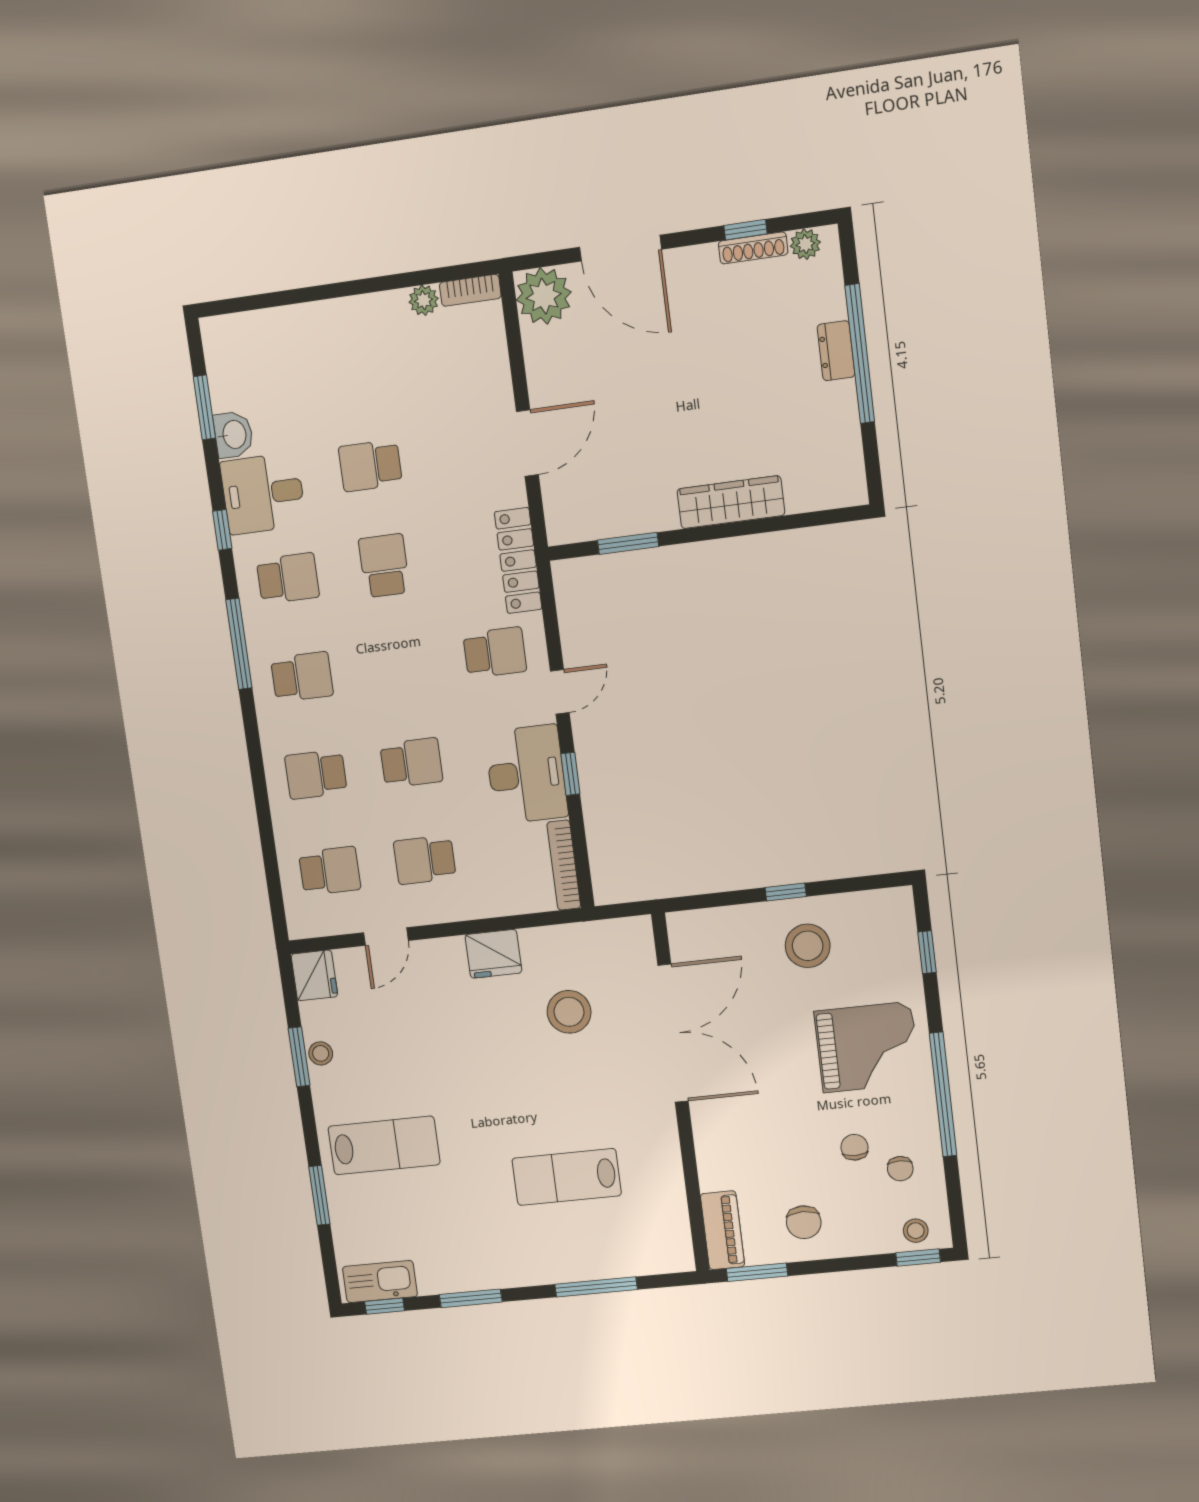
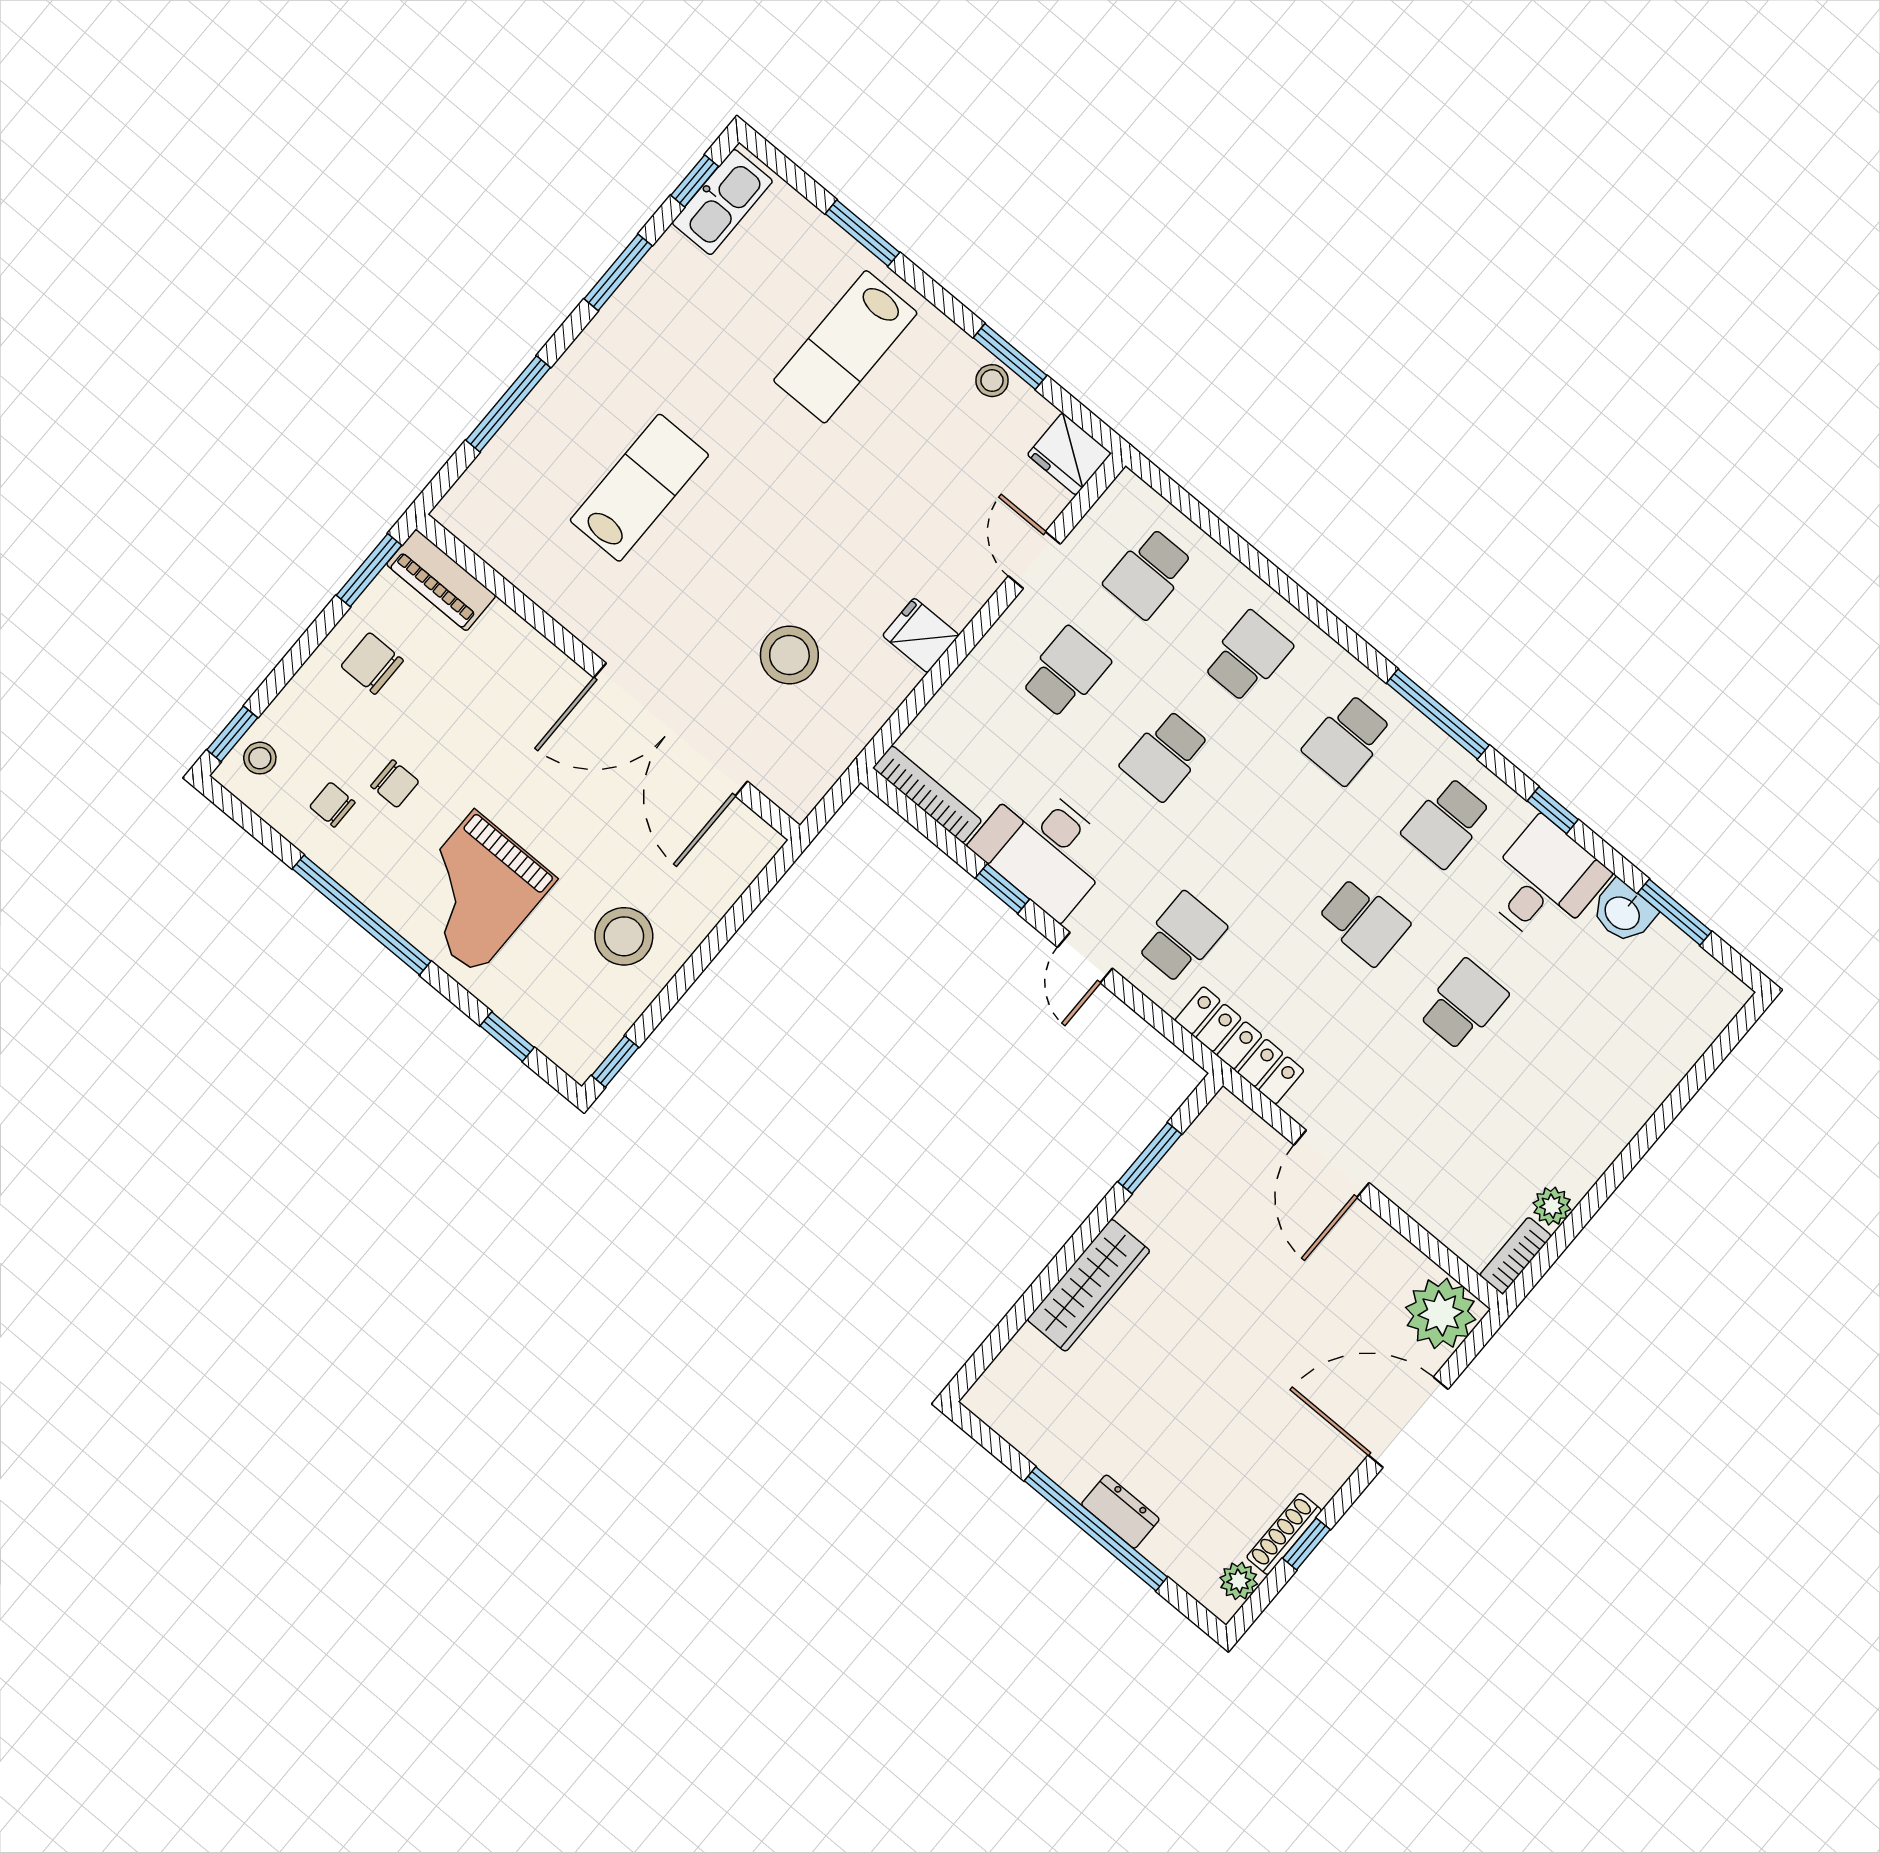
school desk: (495, 652) -> (1182, 937), turned 180
window: (786, 892) -> (615, 1061), moved
fridge: (493, 954) -> (921, 635), width x0.72

